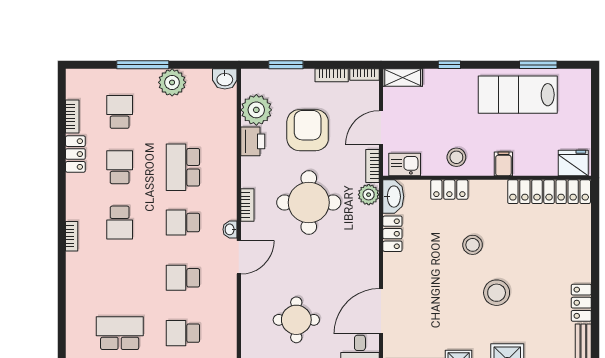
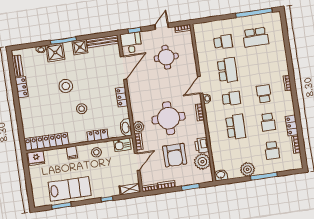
locker: (392, 234) -> (122, 97), moved
school desk: (183, 278) -> (227, 70), width x1.85

